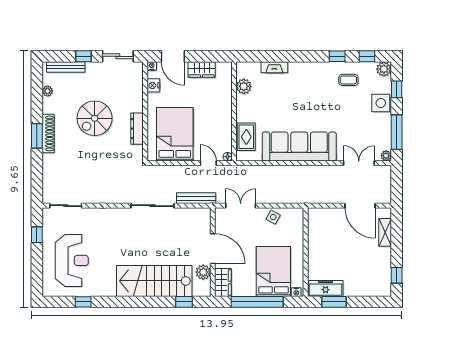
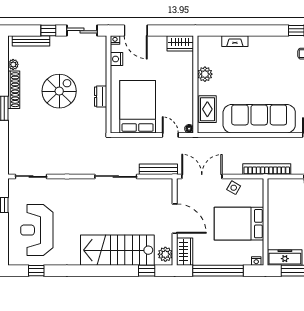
wardrobe: (202, 69) -> (180, 43), moved
plant: (244, 86) -> (205, 74), moved
spiral stairs: (95, 118) -> (59, 91), turned 180
dresser: (137, 129) -> (101, 97), width x0.70
shoe rack: (48, 133) -> (14, 90), moved
bookcase: (307, 198) -> (267, 169), added
double door: (241, 206) -> (202, 176), width x1.37
reception desk: (72, 260) -> (37, 230), turned 180
bed: (273, 271) -> (239, 224), moved, turned -90
plant: (203, 272) -> (165, 254), moved
window: (83, 302) -> (36, 271), moved

